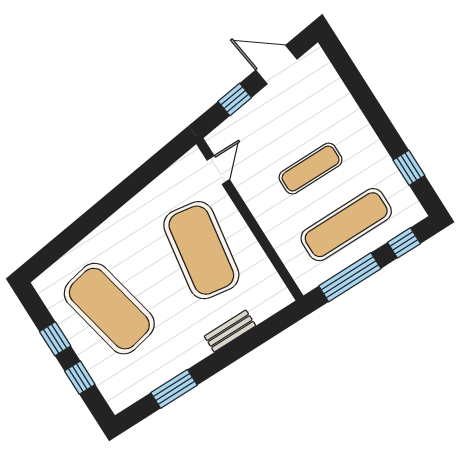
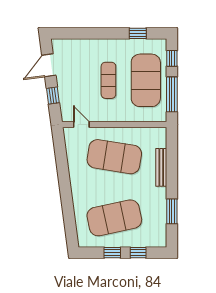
exercise mat: (346, 225) -> (146, 80), width x1.47
bench: (230, 331) -> (161, 167), width x1.36

